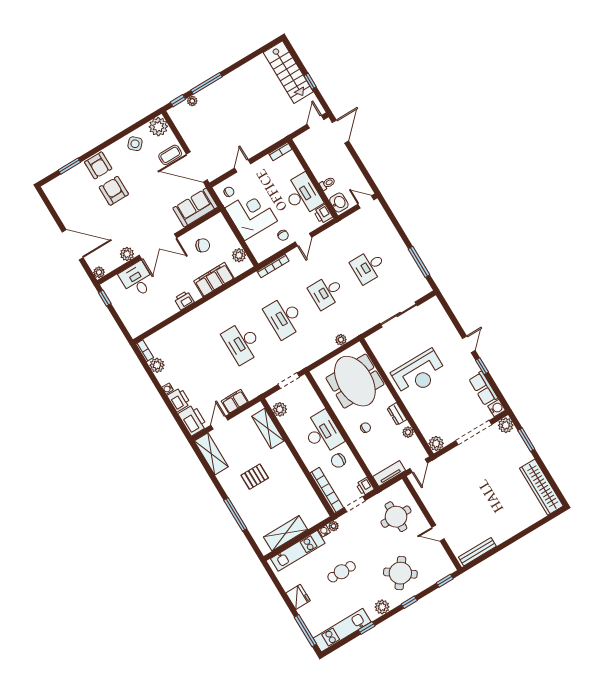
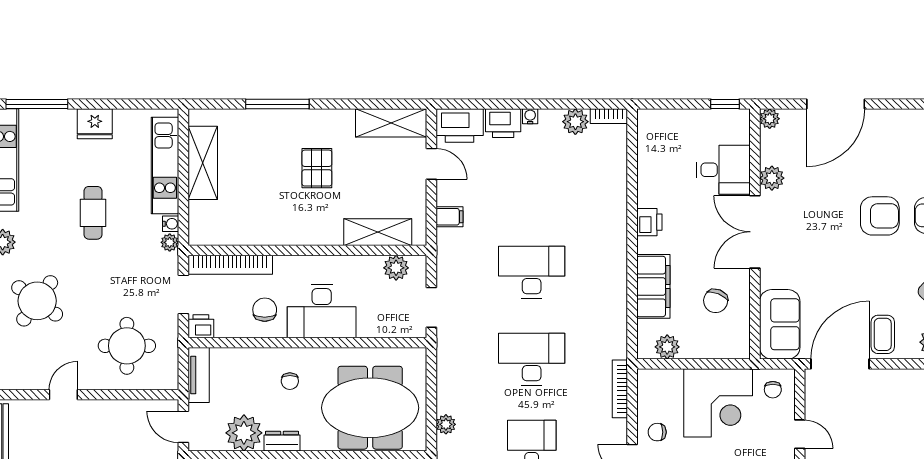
filing cabinet: (235, 401) -> (449, 217), width x0.50
plant: (408, 432) -> (244, 433), width x1.88, depth x1.88

